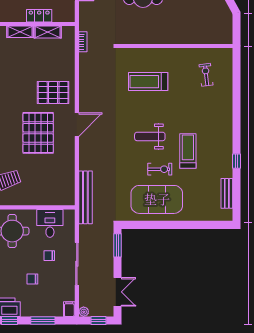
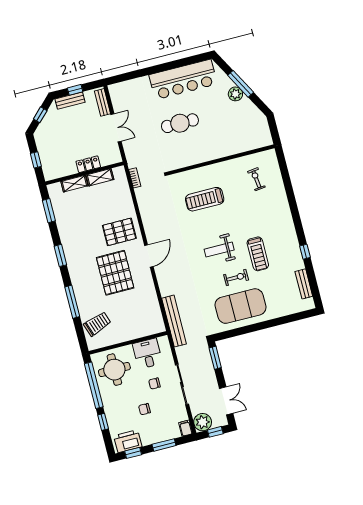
treadmill: (188, 151) -> (258, 254), turned 180
plant: (84, 312) -> (203, 422), width x1.88, depth x1.88

